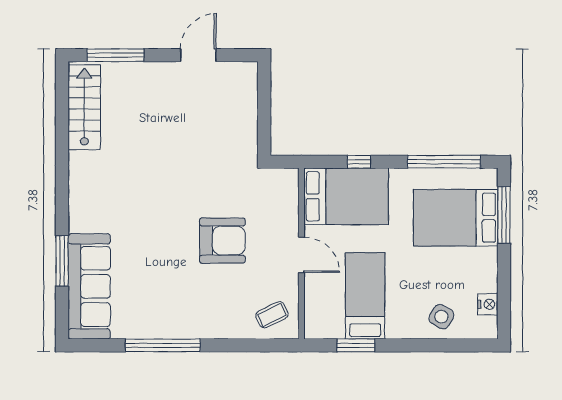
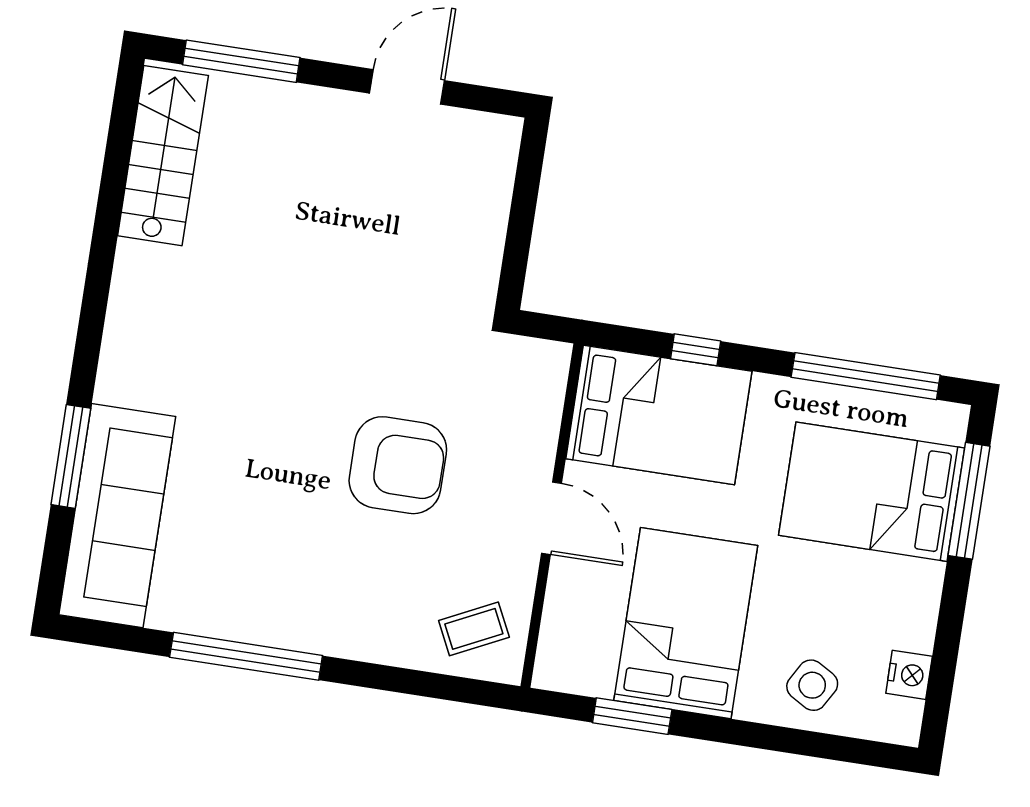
bed: (365, 296) -> (686, 623), width x1.50

